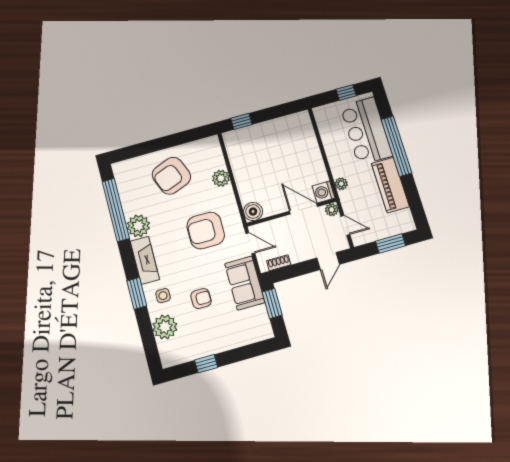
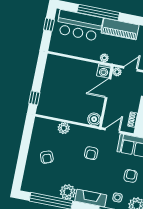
armchair: (171, 176) -> (47, 157), width x0.53, depth x0.53
armchair: (206, 230) -> (91, 153), width x0.53, depth x0.53

